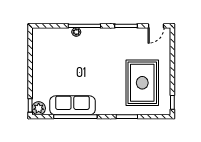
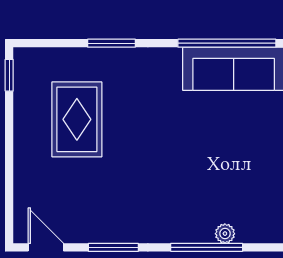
door: (156, 26) -> (46, 247), hinge flipped
rug: (142, 83) -> (77, 119), width x0.73, depth x0.69

